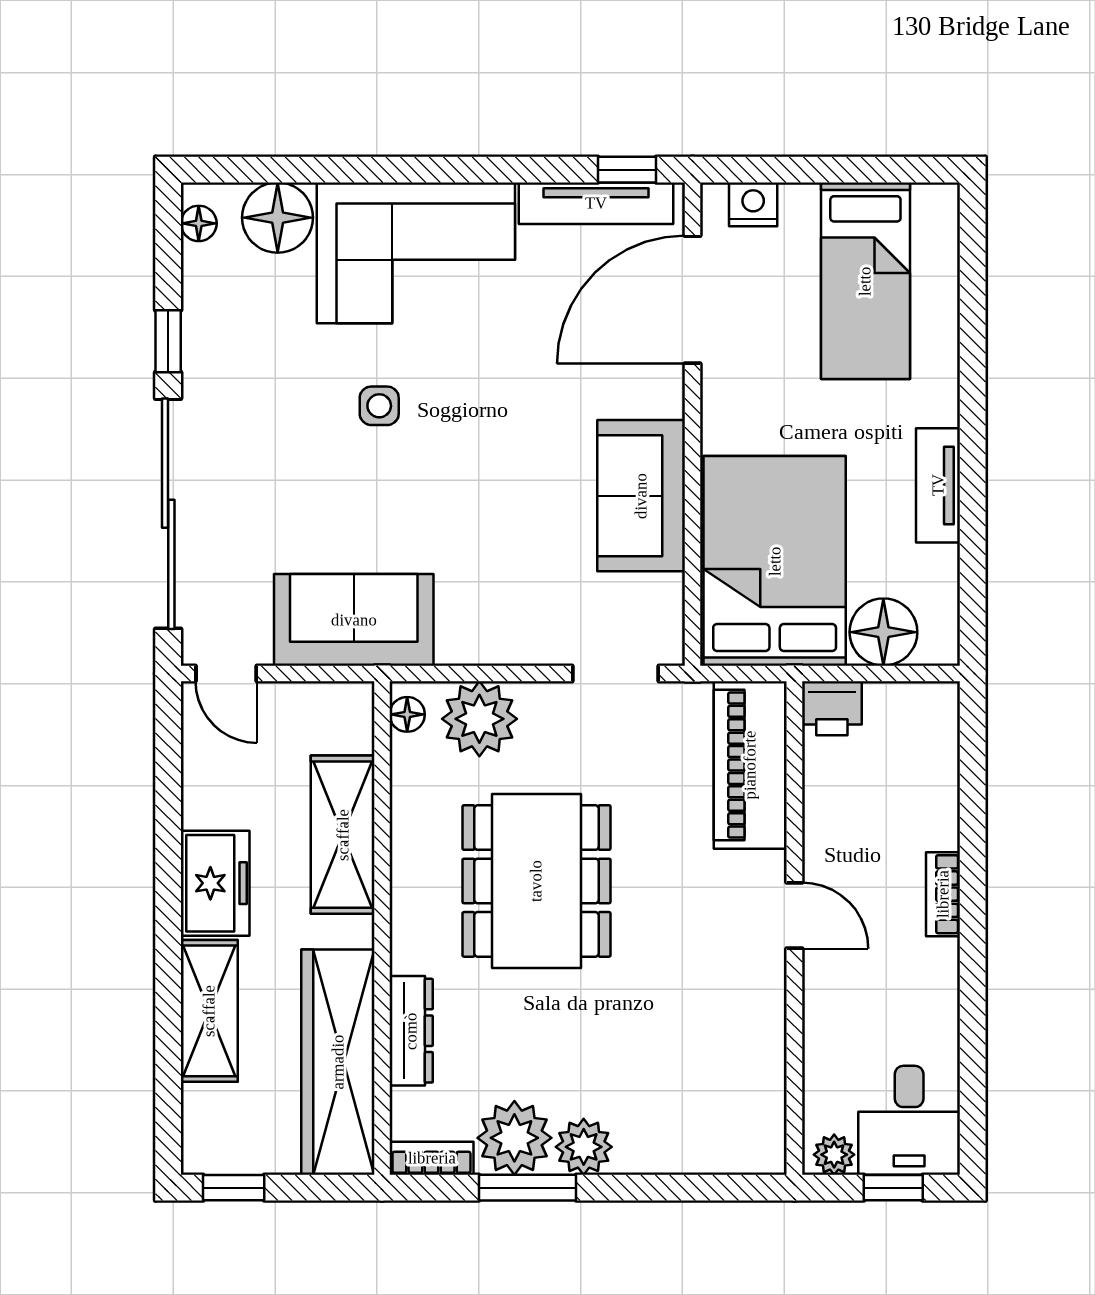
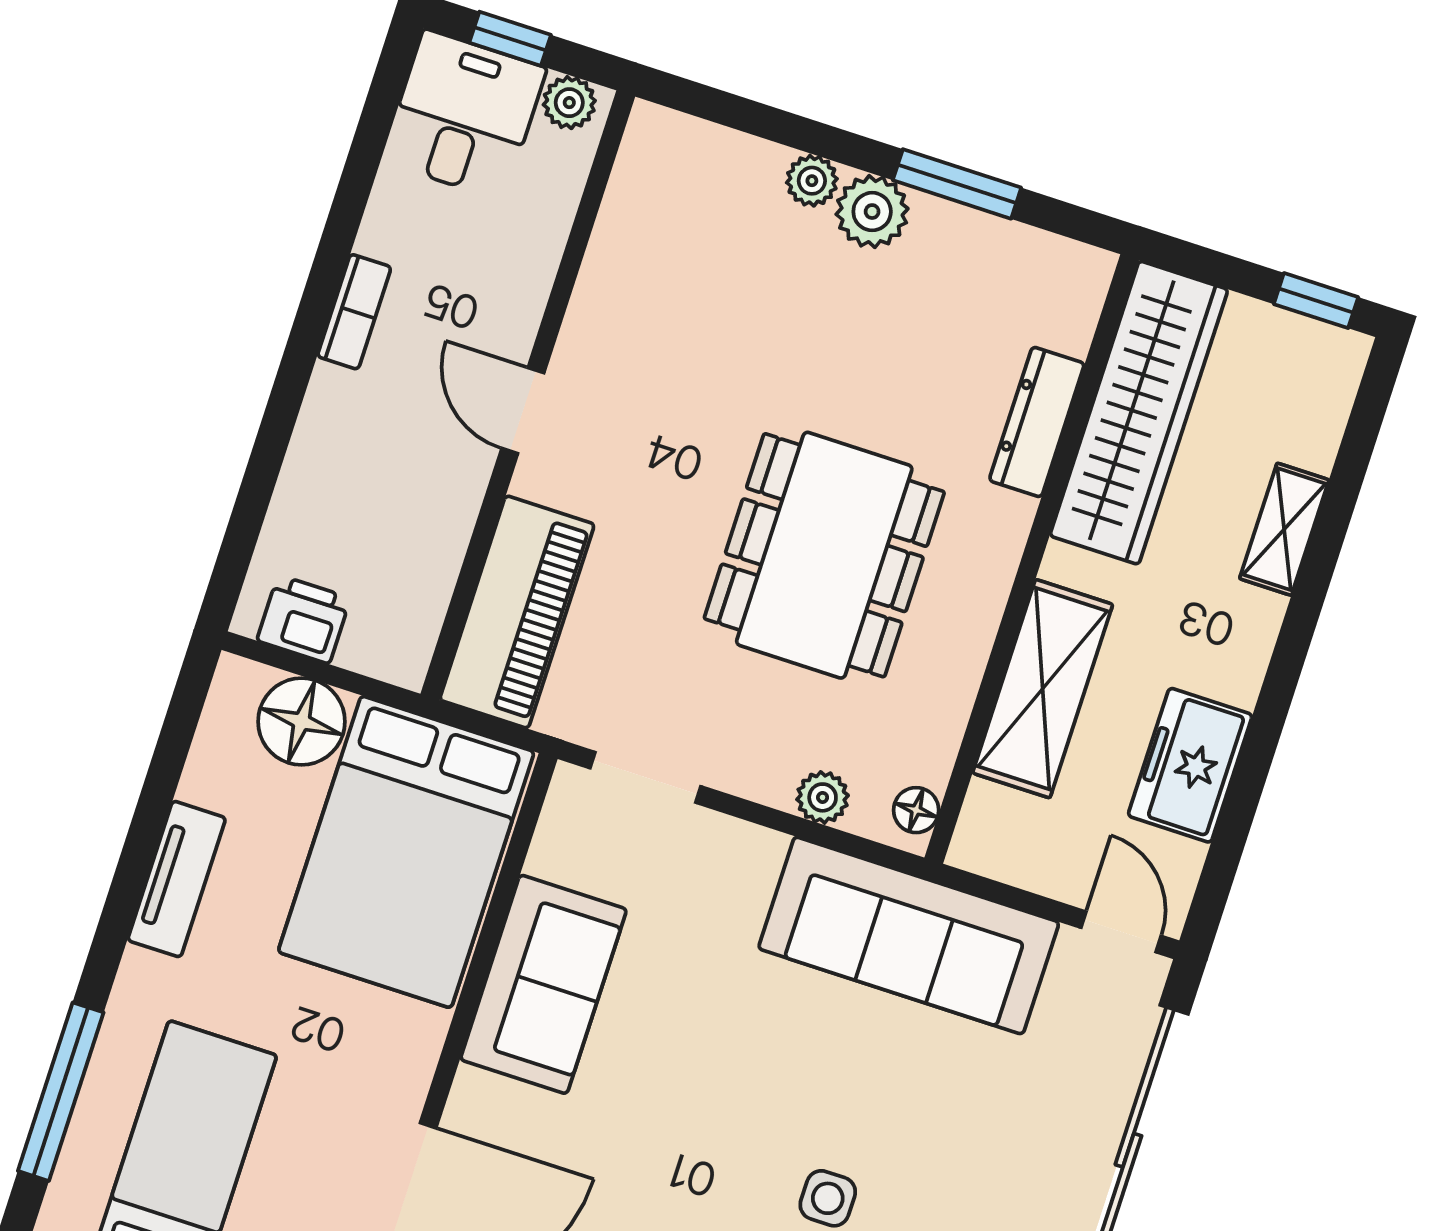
window: (973, 300) -> (61, 1092), added
sofa: (354, 620) -> (909, 935), width x1.36
printer: (832, 708) -> (304, 619), moved
plant: (479, 719) -> (823, 797), width x0.53, depth x0.53
freezer: (215, 883) -> (1190, 765), moved
bookcase: (943, 894) -> (354, 312), moved
shelving: (209, 1011) -> (1284, 529), width x0.67, depth x0.75
plant: (514, 1138) -> (812, 181), moved, width x0.53, depth x0.53
bookcase: (432, 1158) -> (1063, 258), removed

